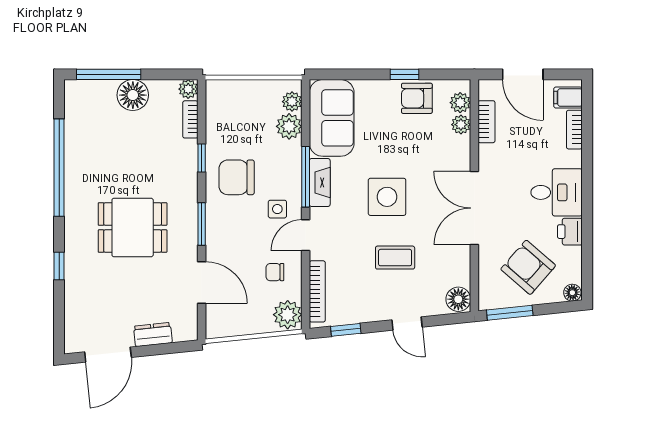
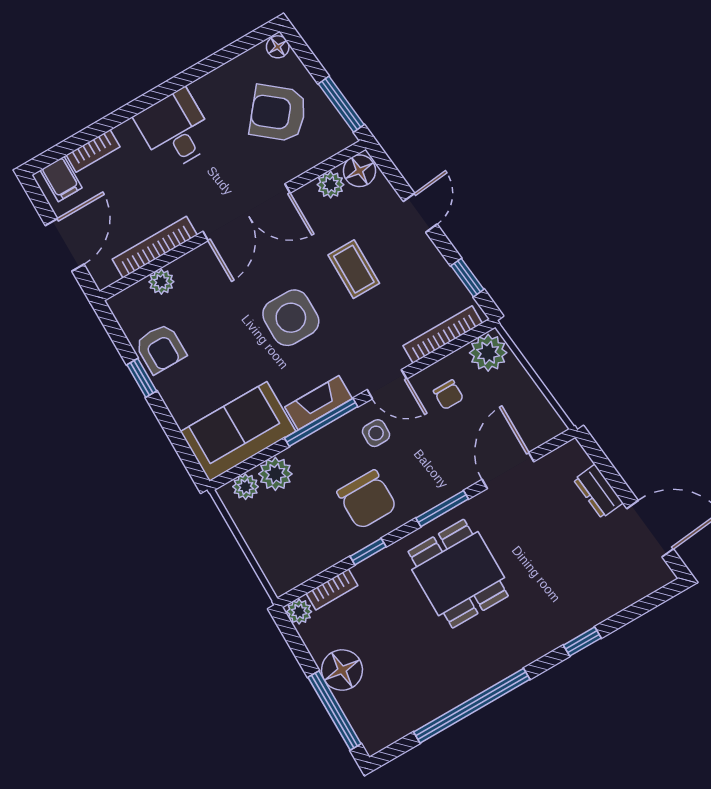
plant: (460, 103) -> (331, 185), moved
bookcase: (486, 122) -> (155, 247), width x1.56
dining table: (133, 228) -> (458, 574), moved
printer: (570, 232) -> (211, 89), removed
armchair: (528, 267) -> (278, 113), turned 88

